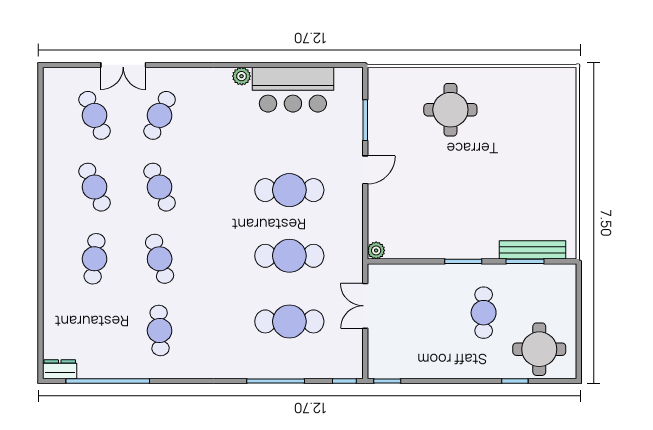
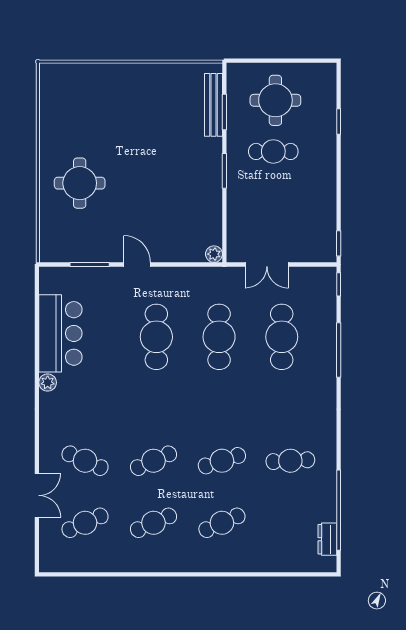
cafe table: (95, 259) -> (222, 523), turned -30
round table: (539, 349) -> (275, 100), moved
dresser: (60, 369) -> (327, 539), moved

